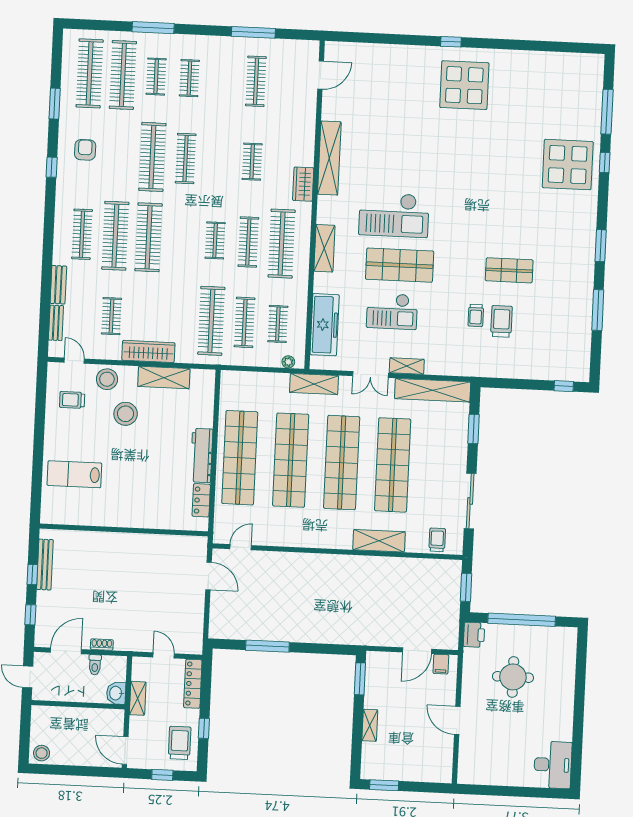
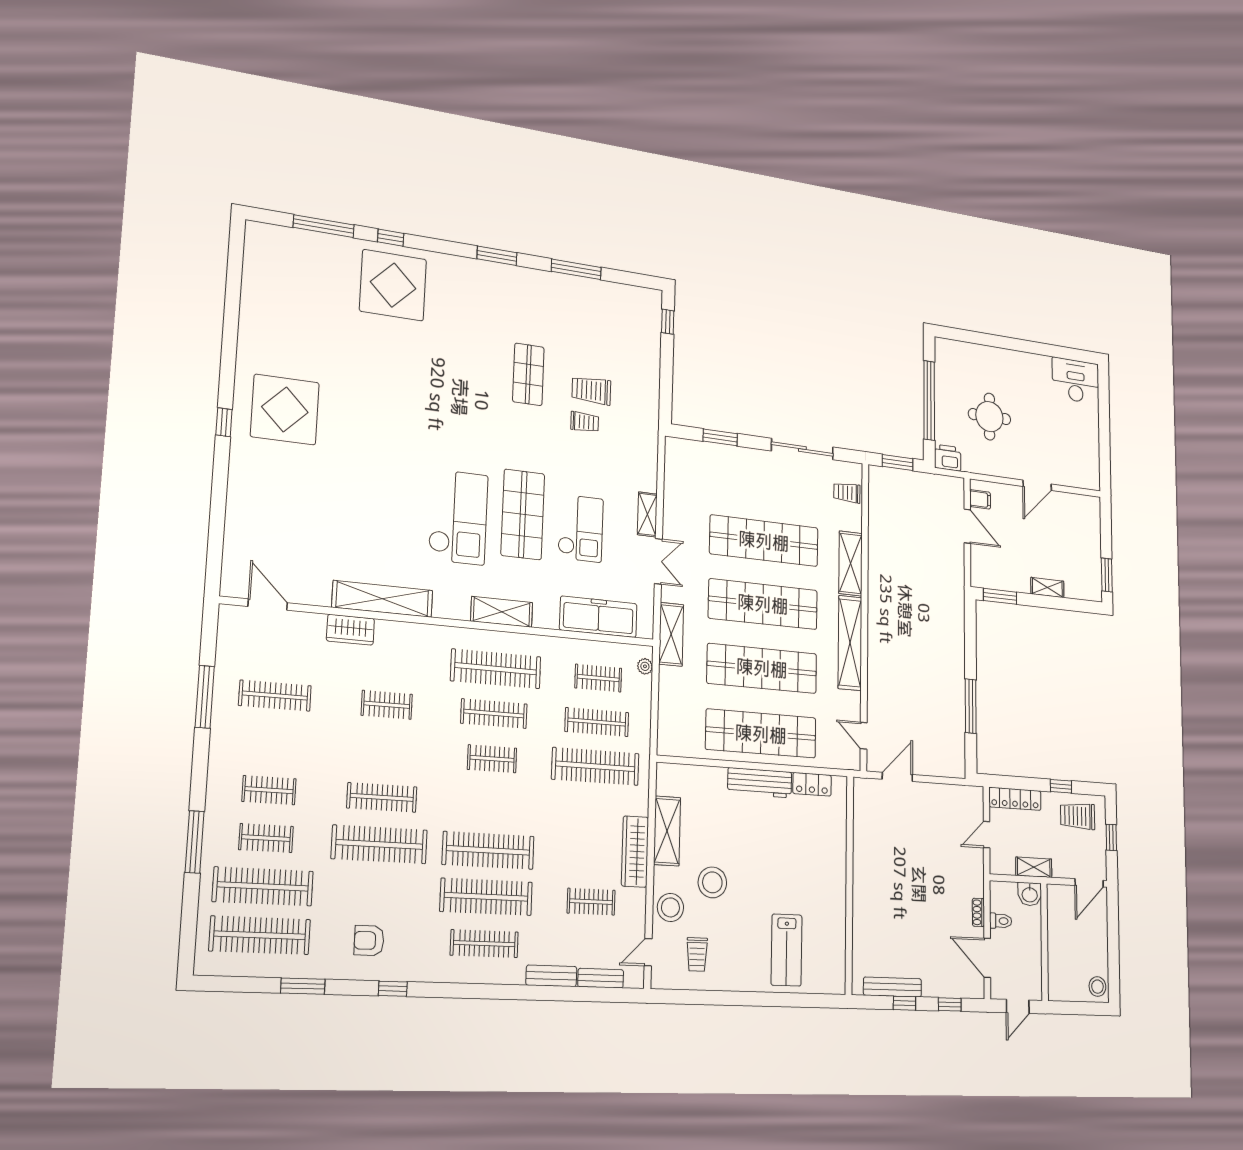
wardrobe: (303, 184) -> (350, 630), moved
shelving: (433, 390) -> (850, 643), moved

